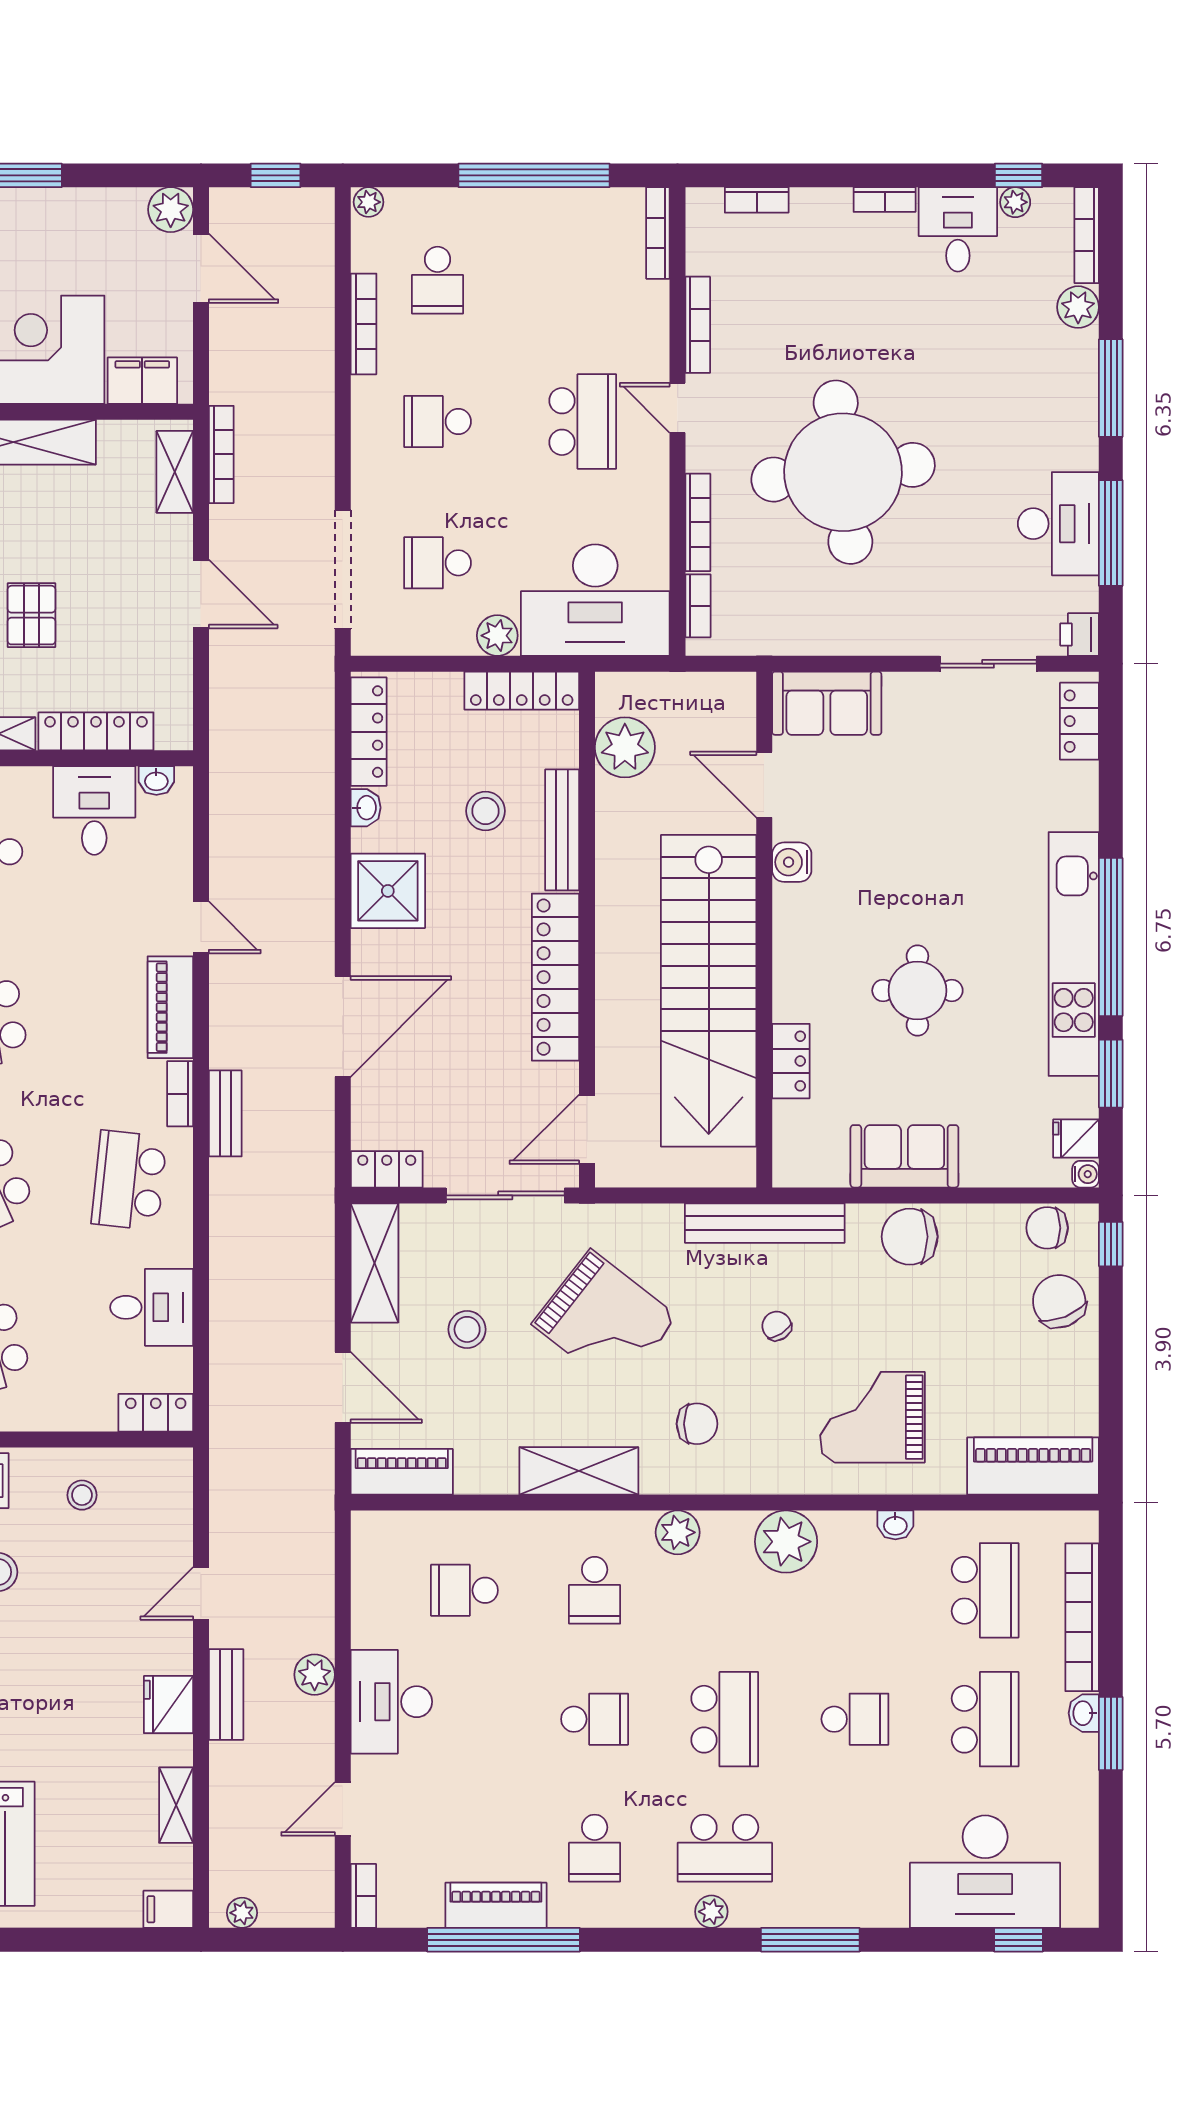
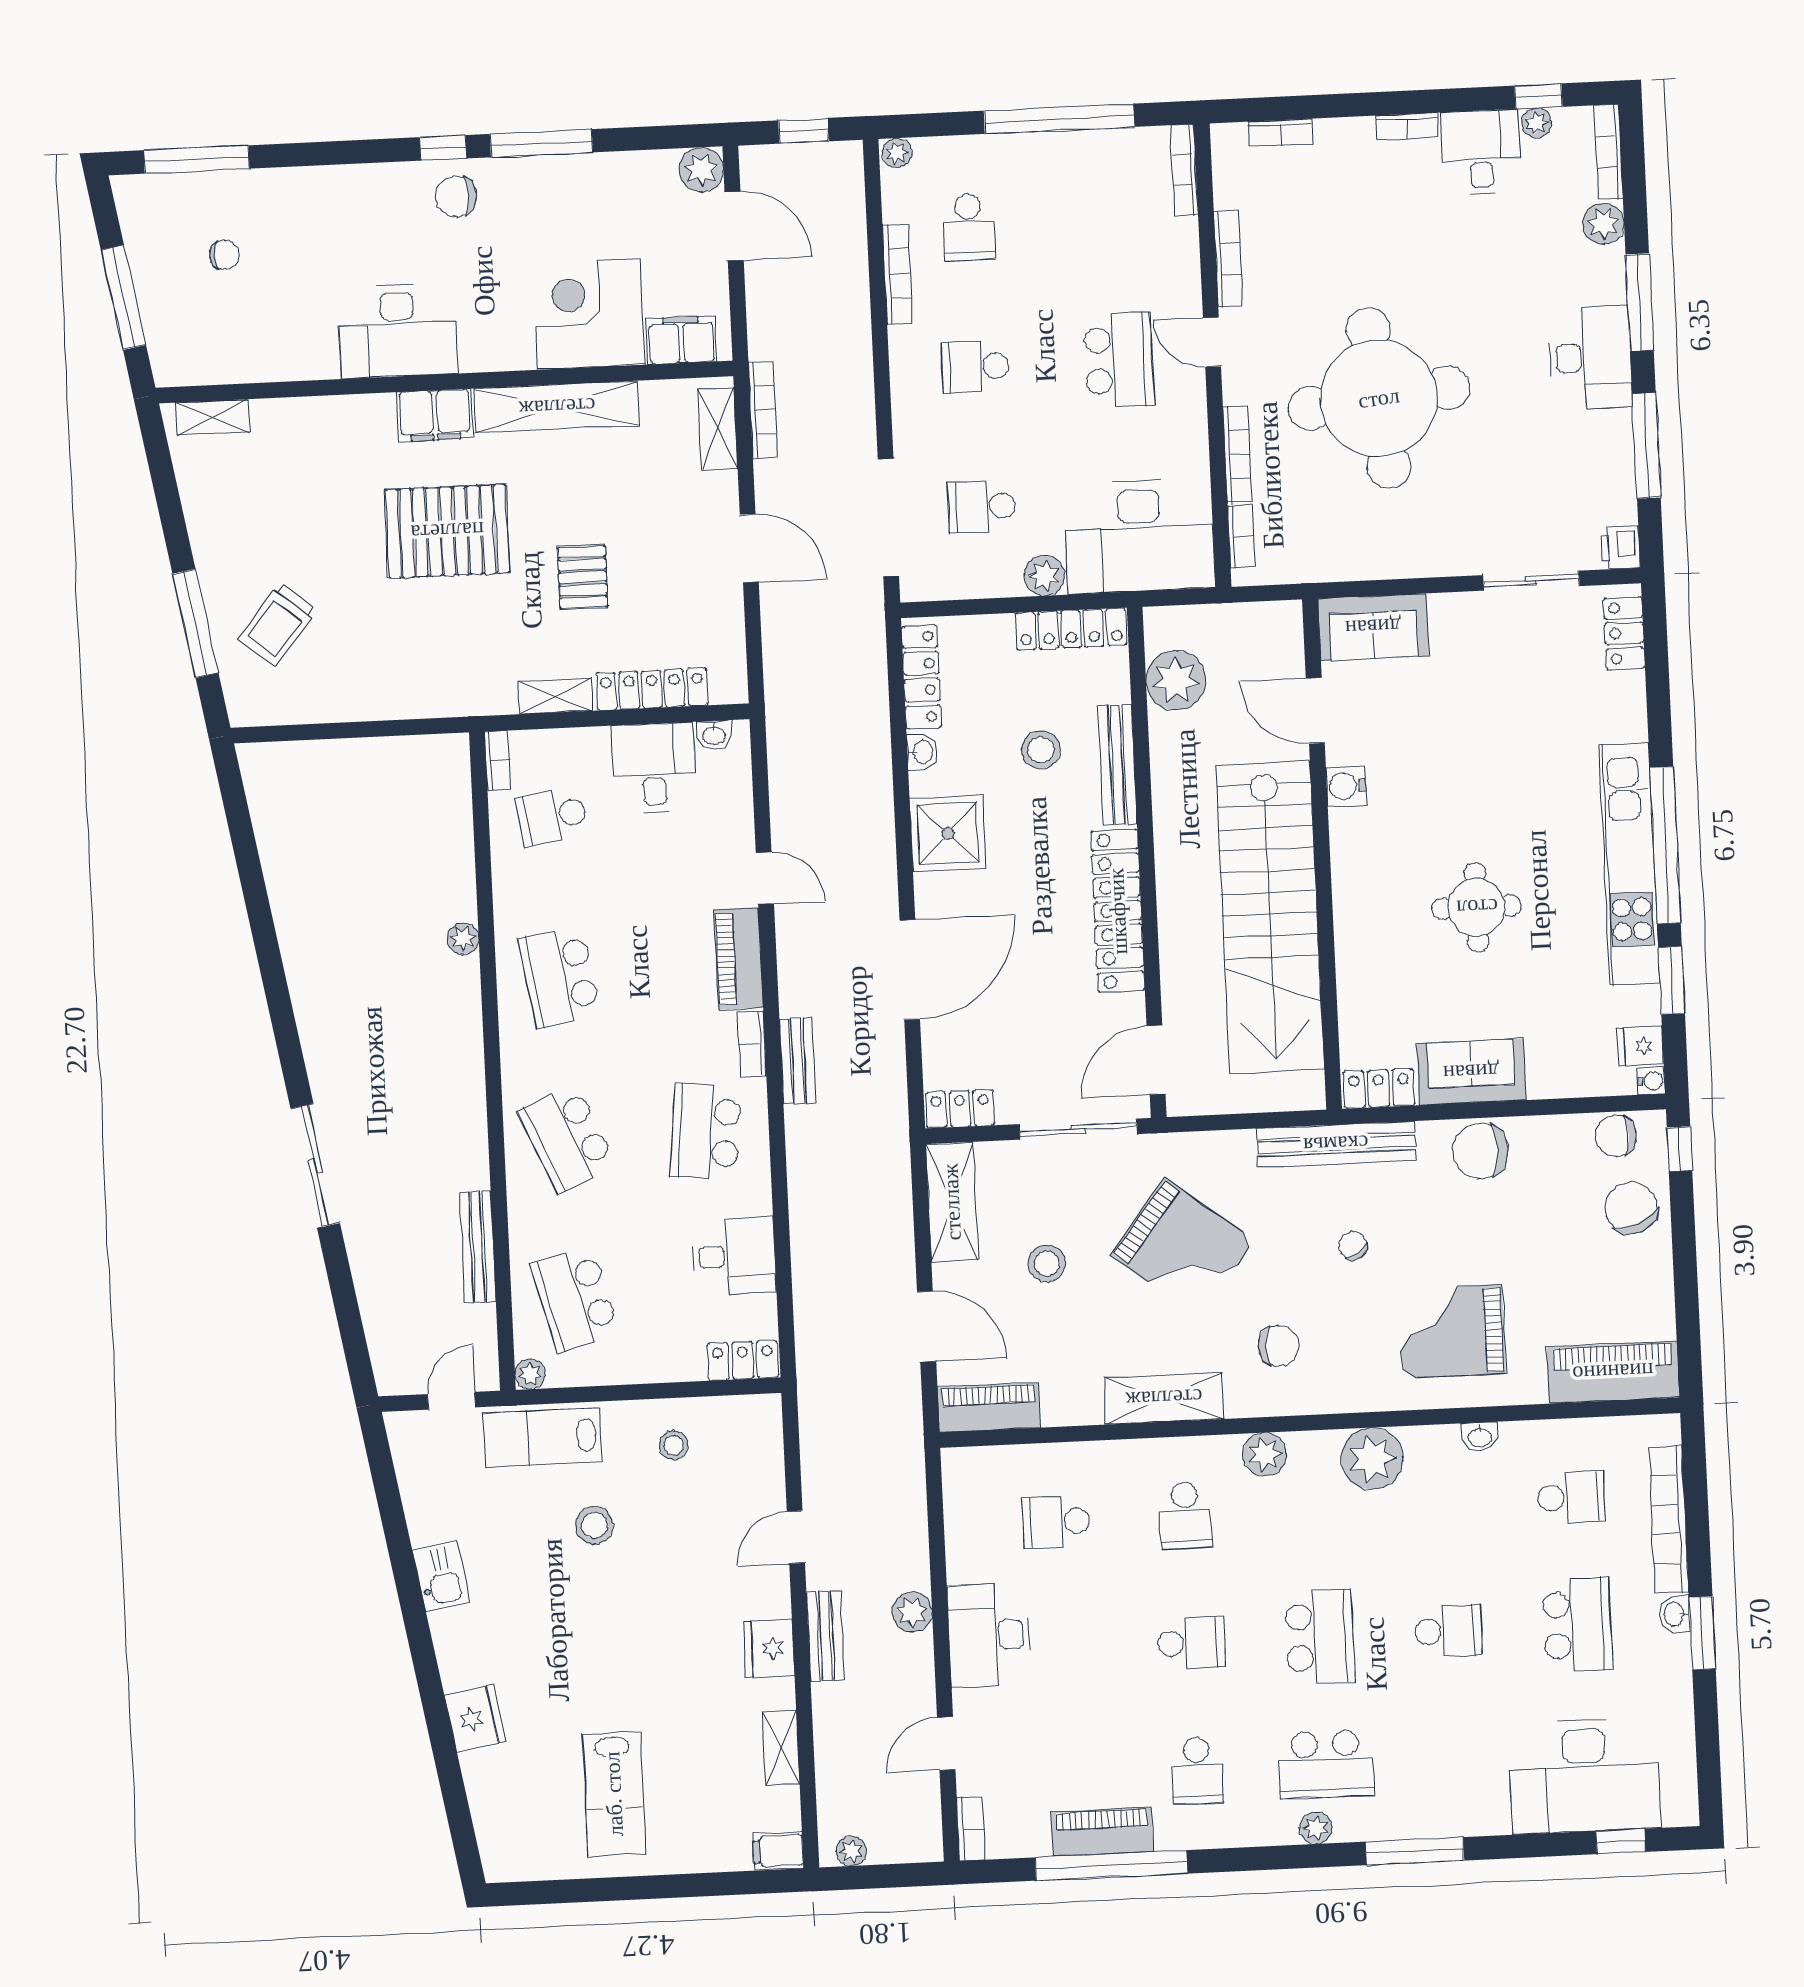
desk: (1058, 524) -> (1590, 357), moved
locker: (791, 1061) -> (1379, 1088), moved, turned -90
school desk: (985, 1590) -> (1571, 1497), width x0.54

